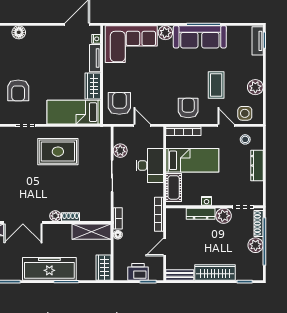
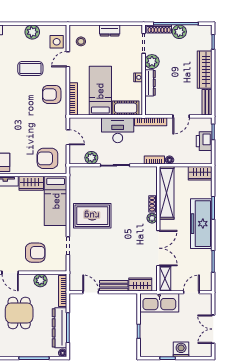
door: (142, 125) -> (68, 137), swing flipped
rug: (58, 152) -> (92, 216), turned 90
desk: (150, 165) -> (118, 130), moved
dresser: (257, 166) -> (110, 30), width x0.70
shelving: (91, 232) -> (167, 193), width x1.47
door: (165, 247) -> (181, 116), hinge flipped

